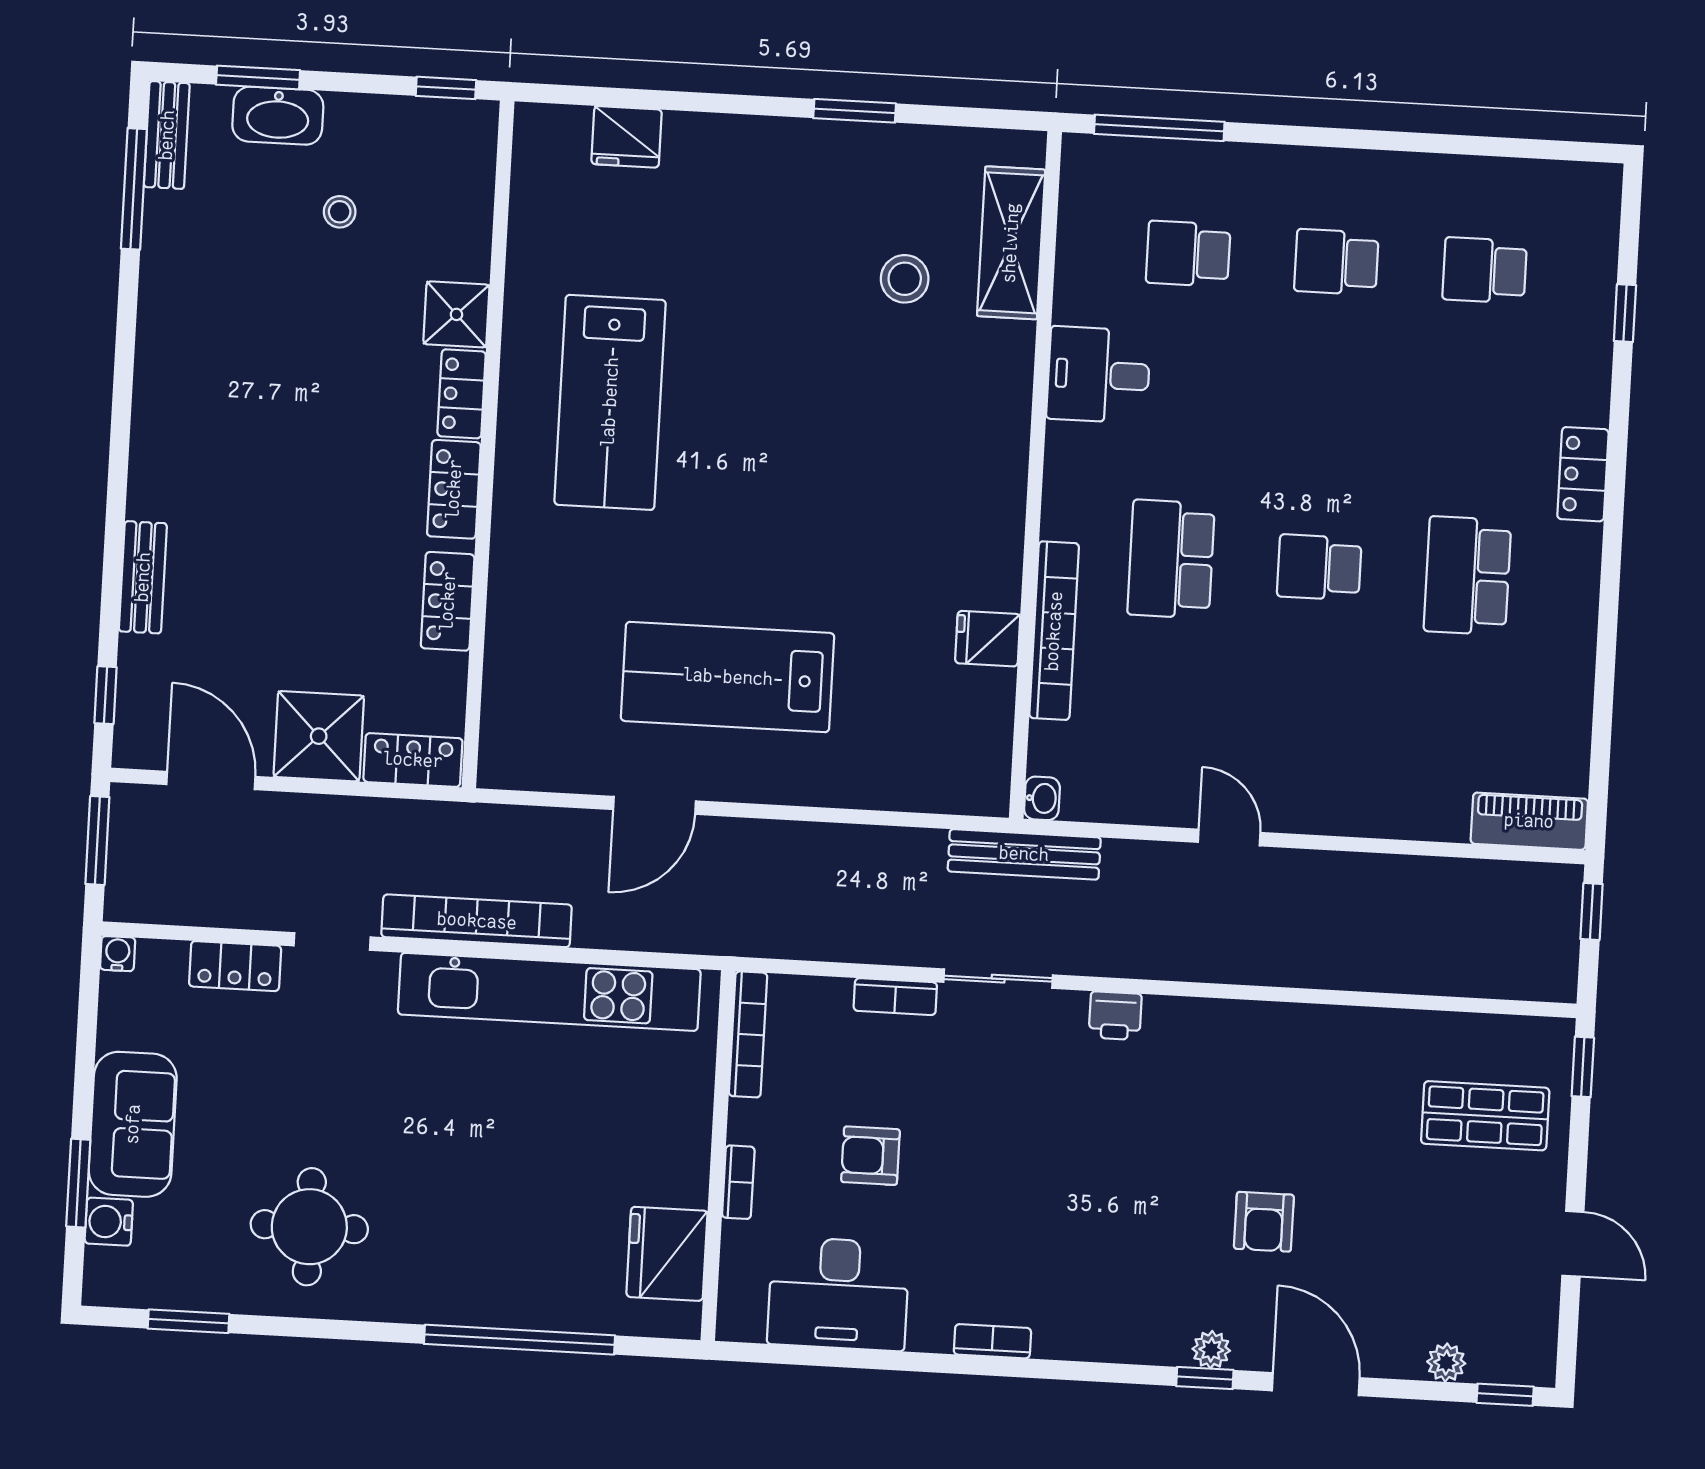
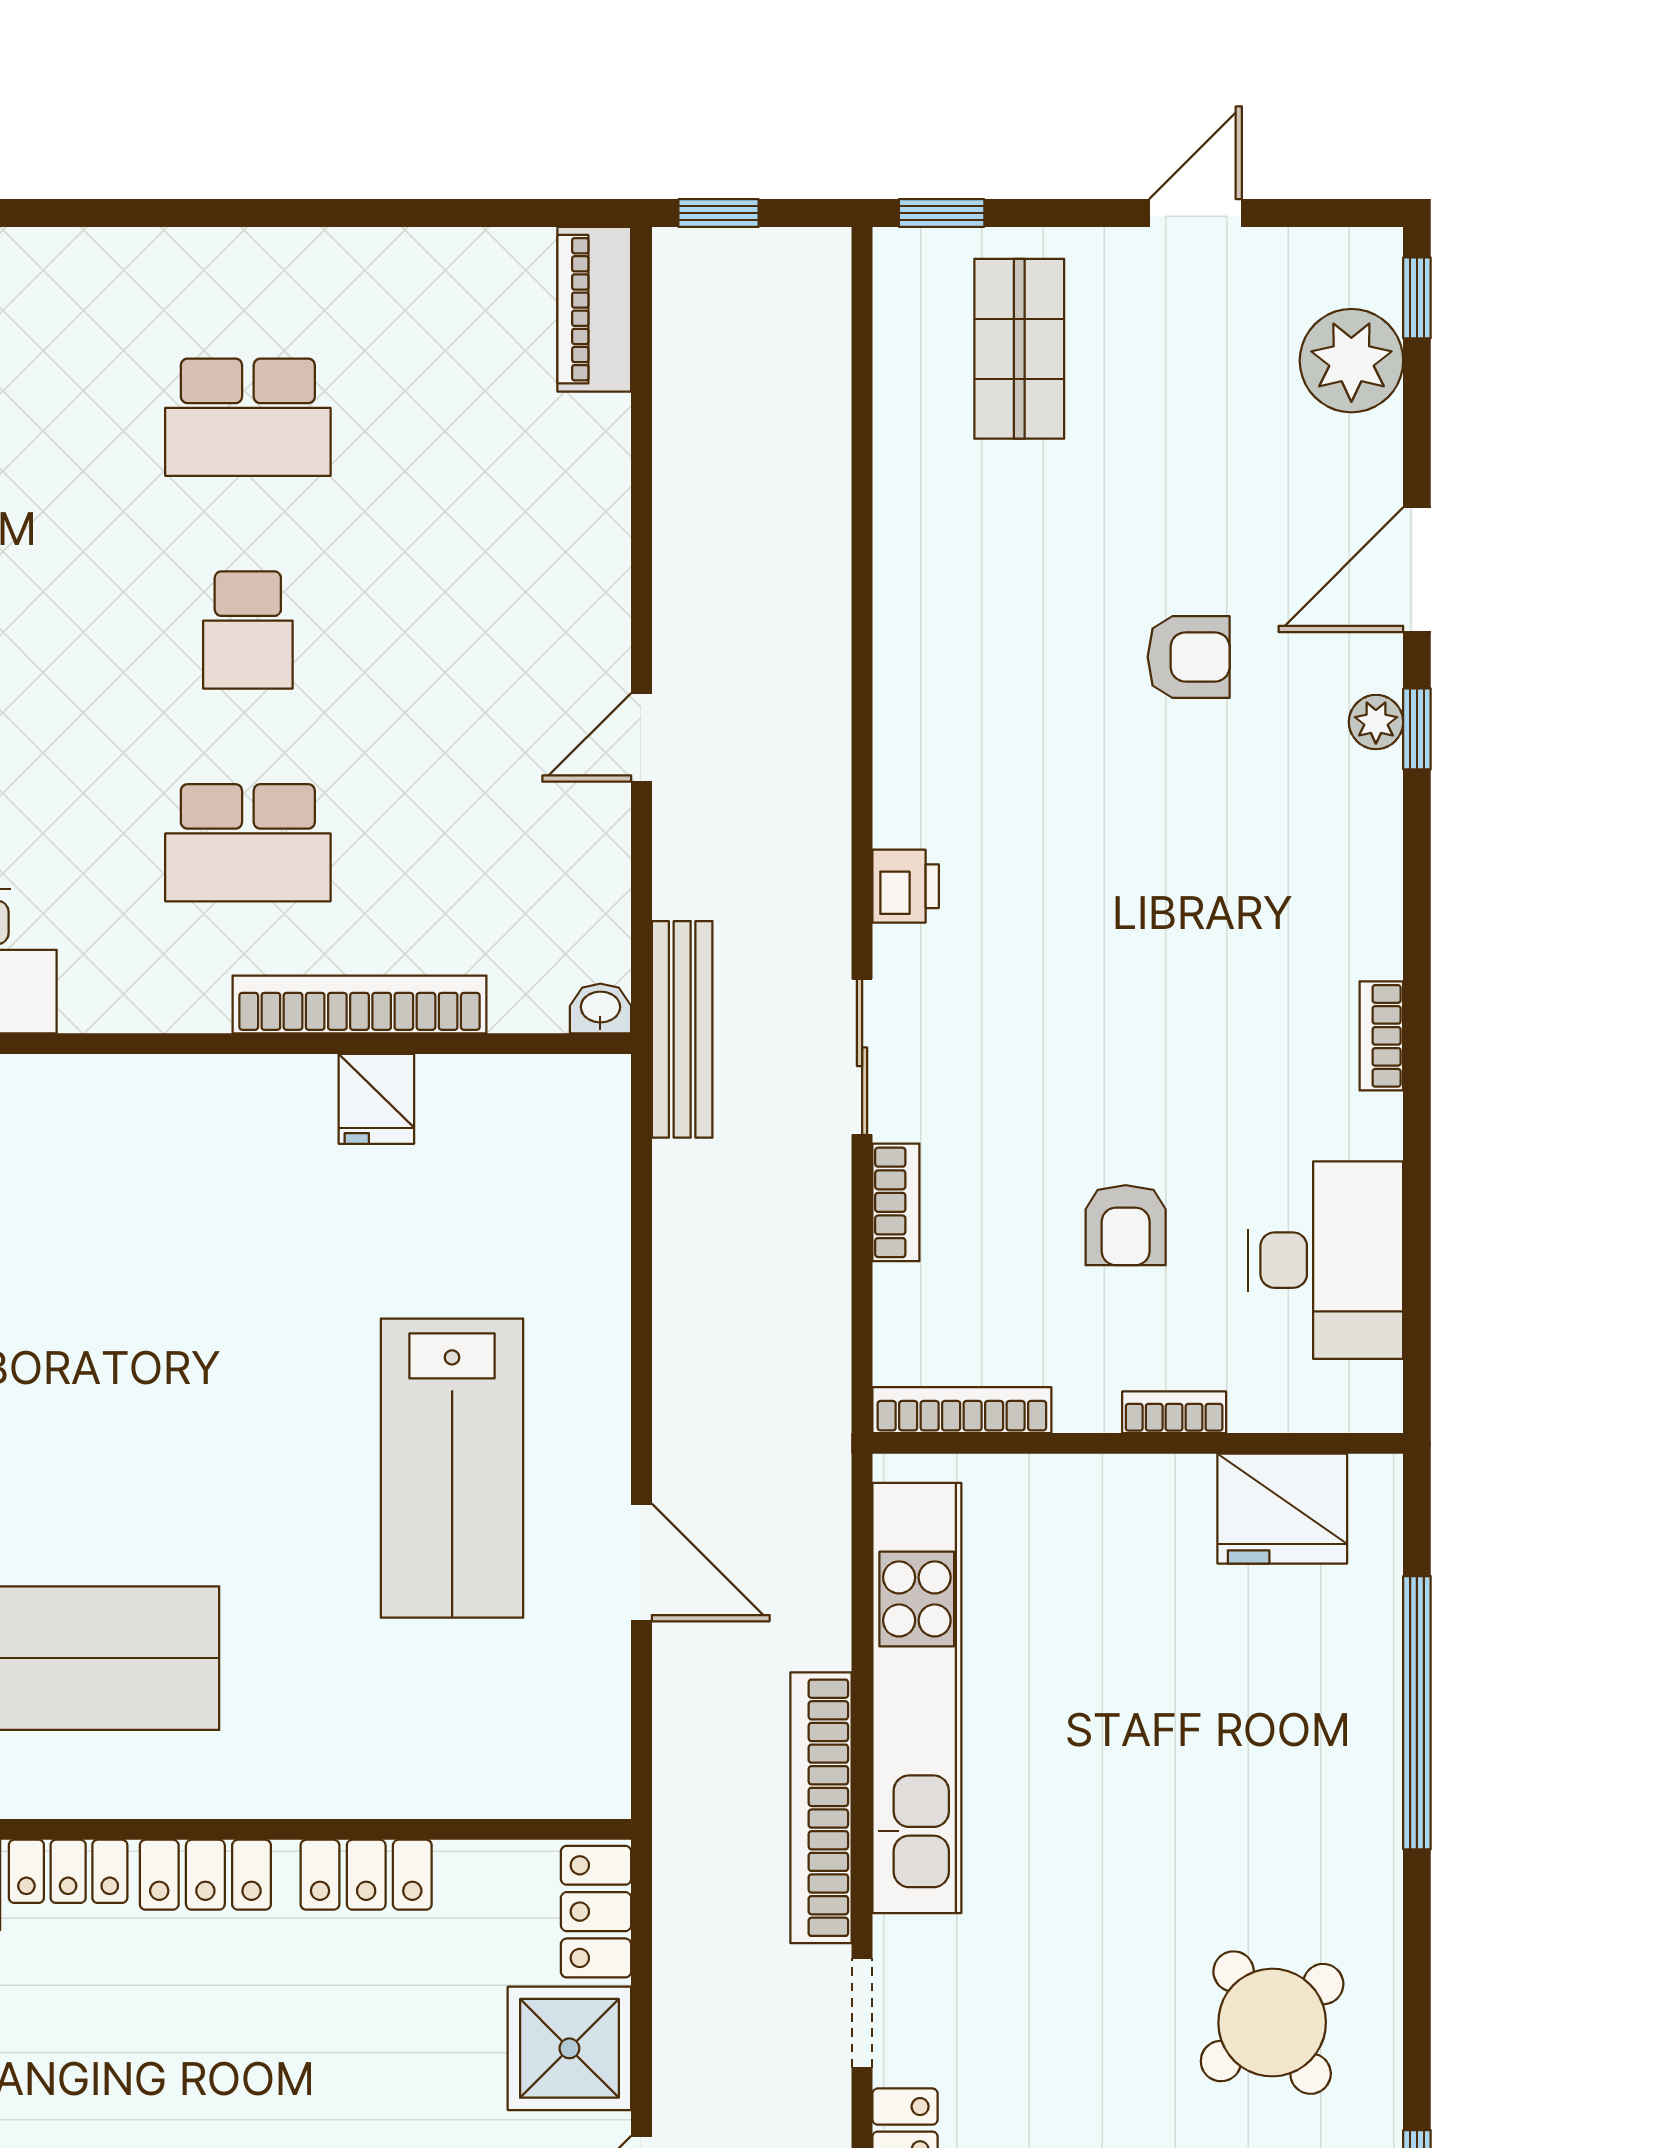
locker: (1583, 474) -> (93, 260), removed
round table: (309, 1227) -> (1272, 2023), turned -37
plant: (1446, 1363) -> (1351, 361), width x1.87, depth x1.87

